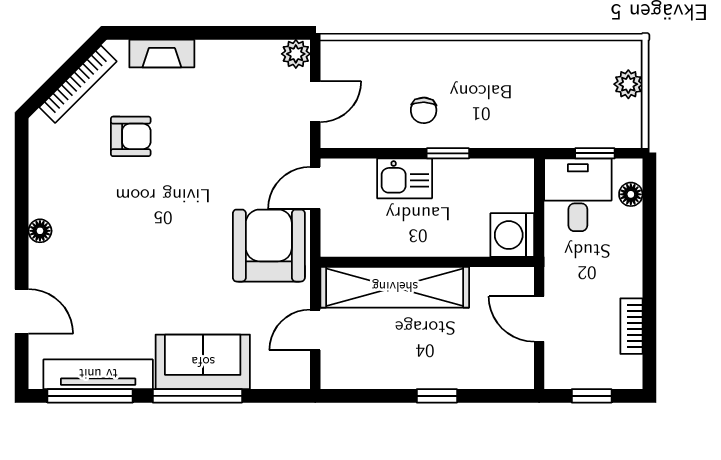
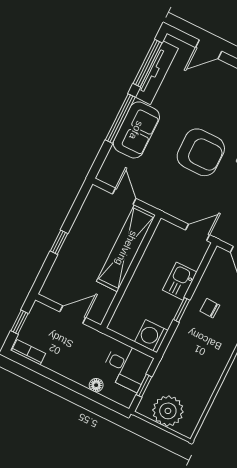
plant: (628, 84) -> (168, 411), width x1.87, depth x1.87
door: (315, 188) -> (198, 232), hinge flipped
floor lamp: (631, 194) -> (96, 385), moved
washing machine: (512, 235) -> (151, 336), moved, turned -90
armchair: (269, 246) -> (201, 152), moved
bookcase: (631, 326) -> (29, 352), moved

